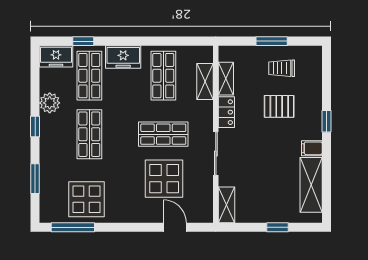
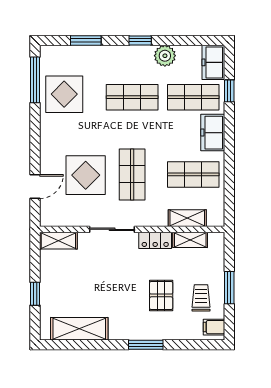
window: (326, 121) -> (146, 345), width x1.50
filing cabinet: (312, 148) -> (214, 327), moved, turned -90

